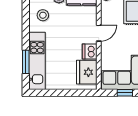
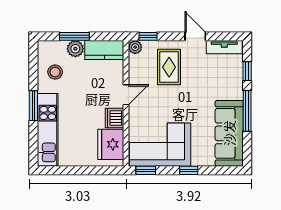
window: (26, 62) -> (33, 106), moved
window: (125, 93) -> (146, 170), moved

